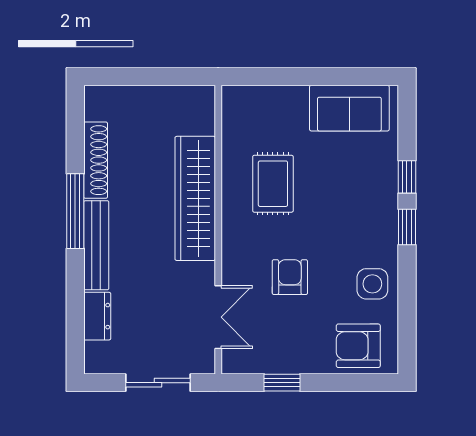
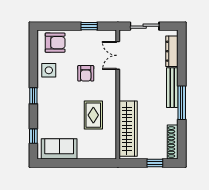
window: (135, 77) -> (155, 163), added
shoe rack: (96, 160) -> (173, 142), moved
window: (407, 177) -> (33, 136), moved
wardrobe: (195, 198) -> (128, 129), moved
dresser: (97, 316) -> (172, 51), width x1.44

